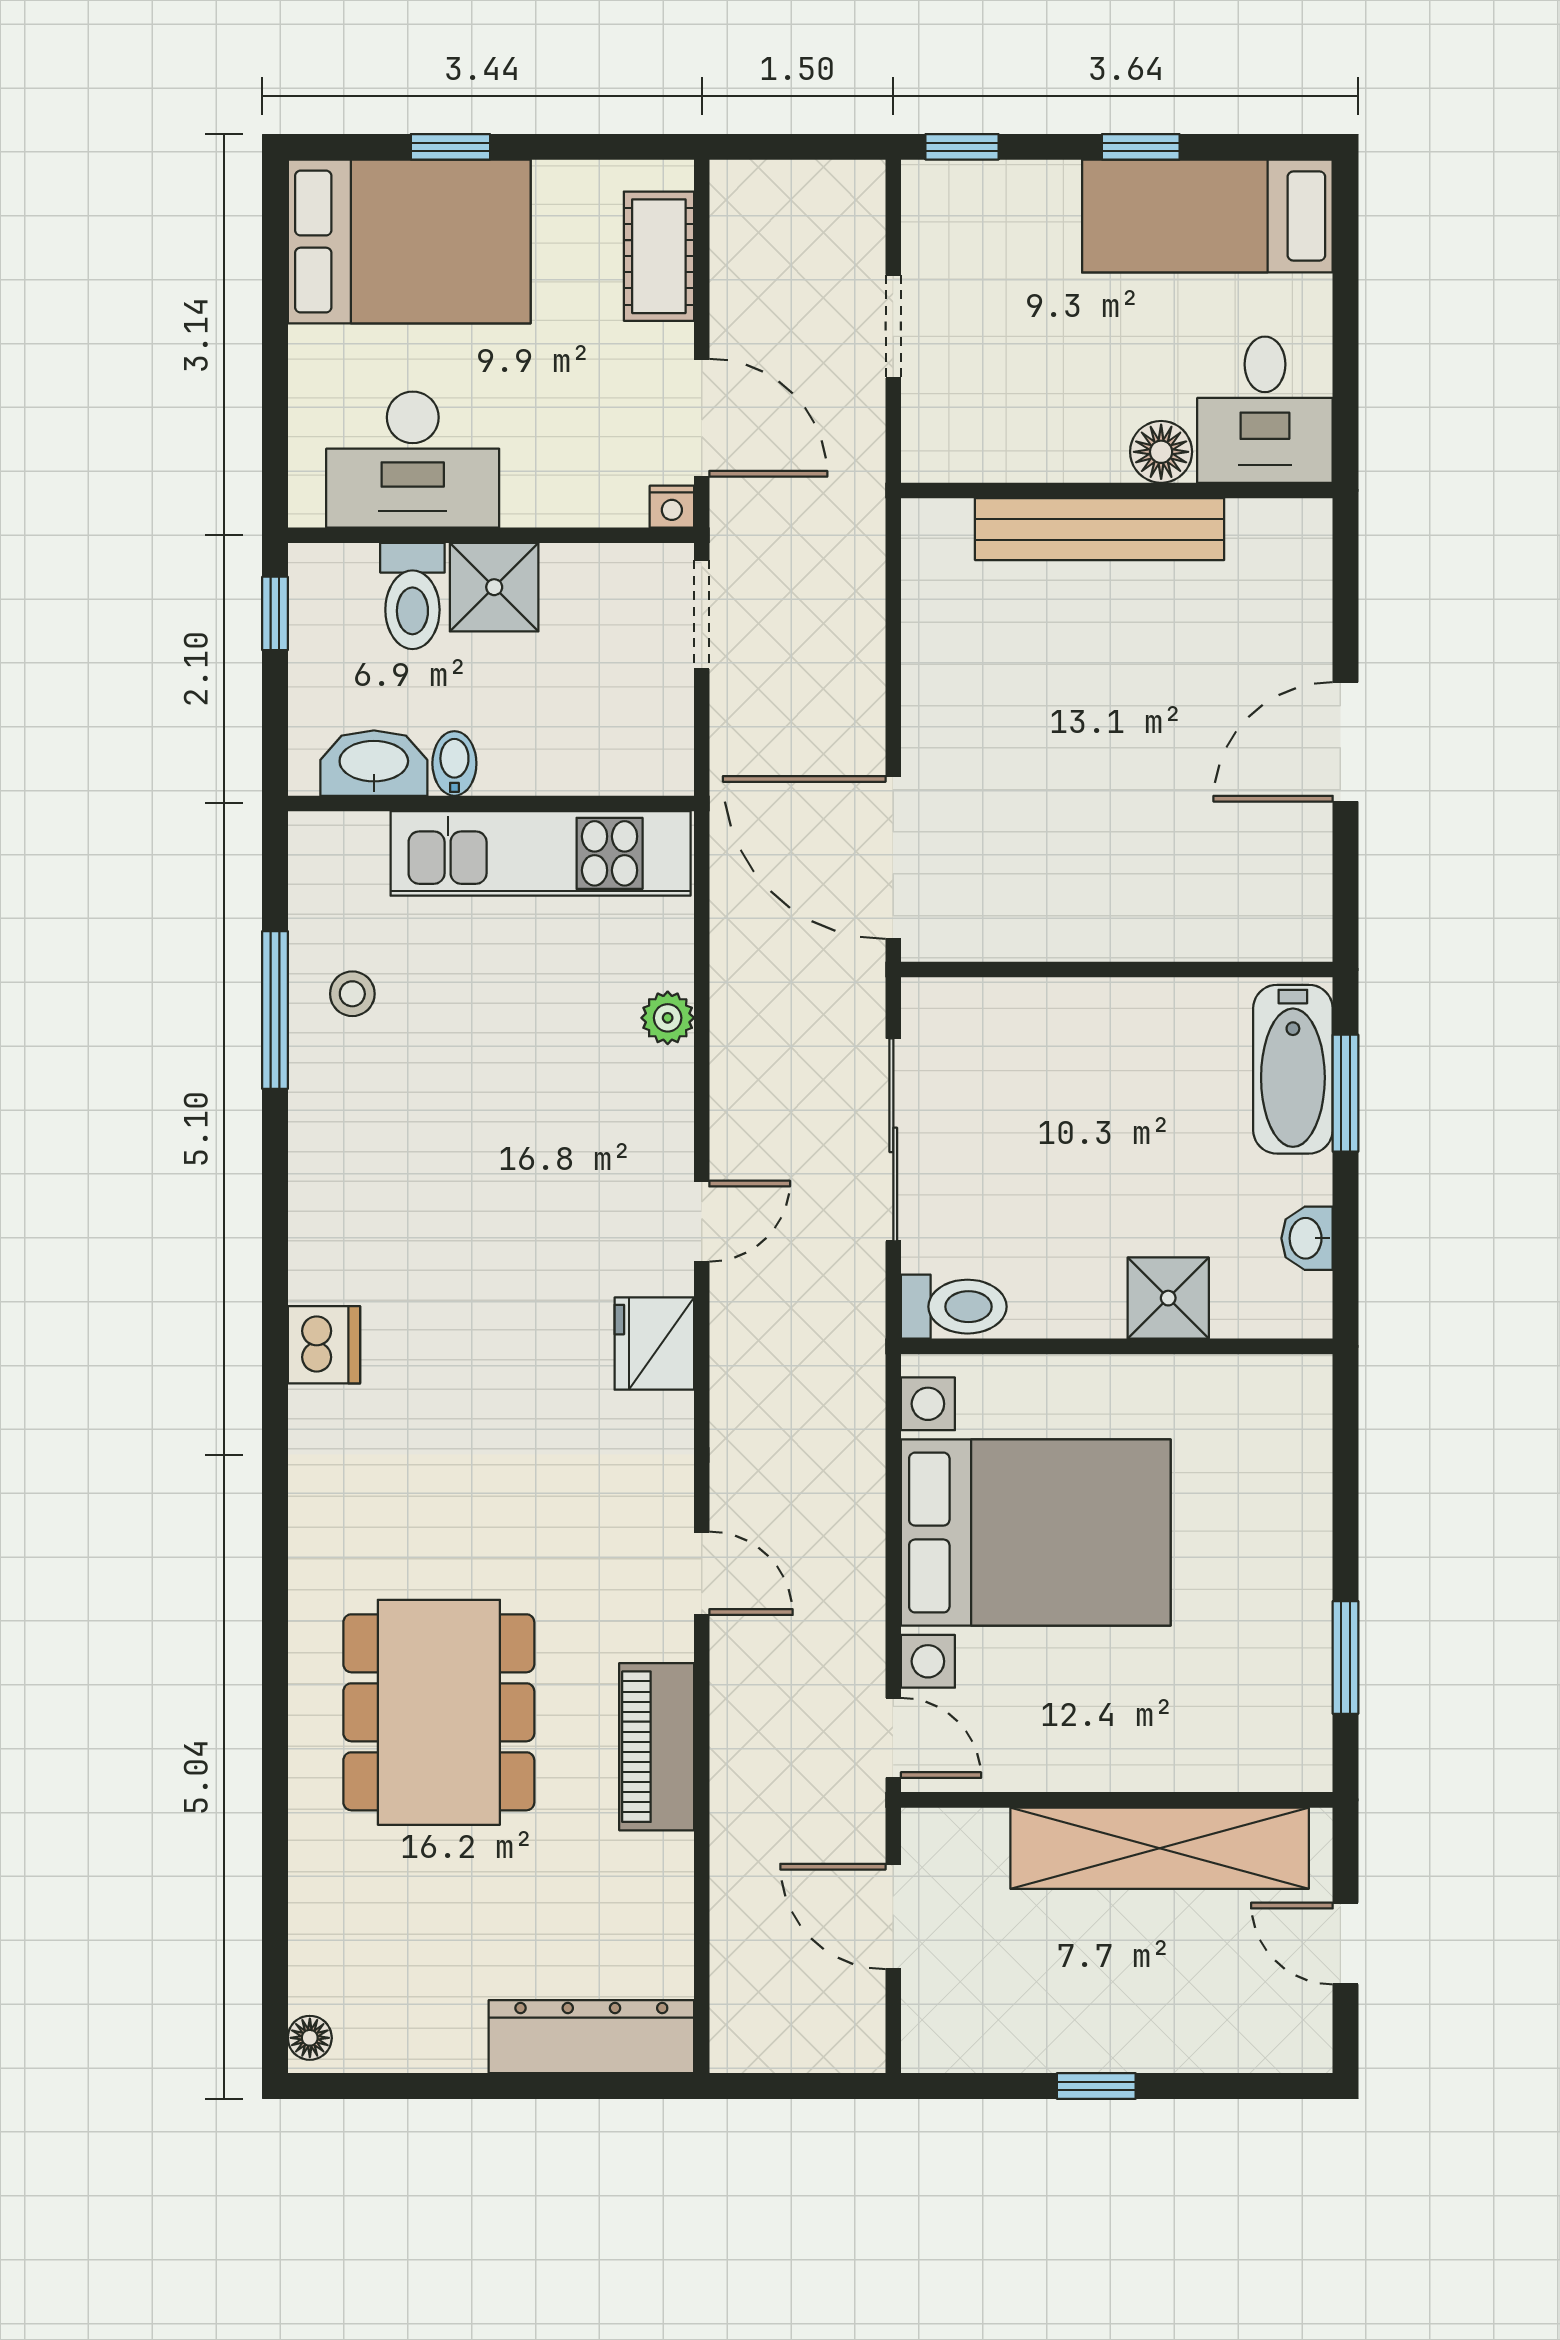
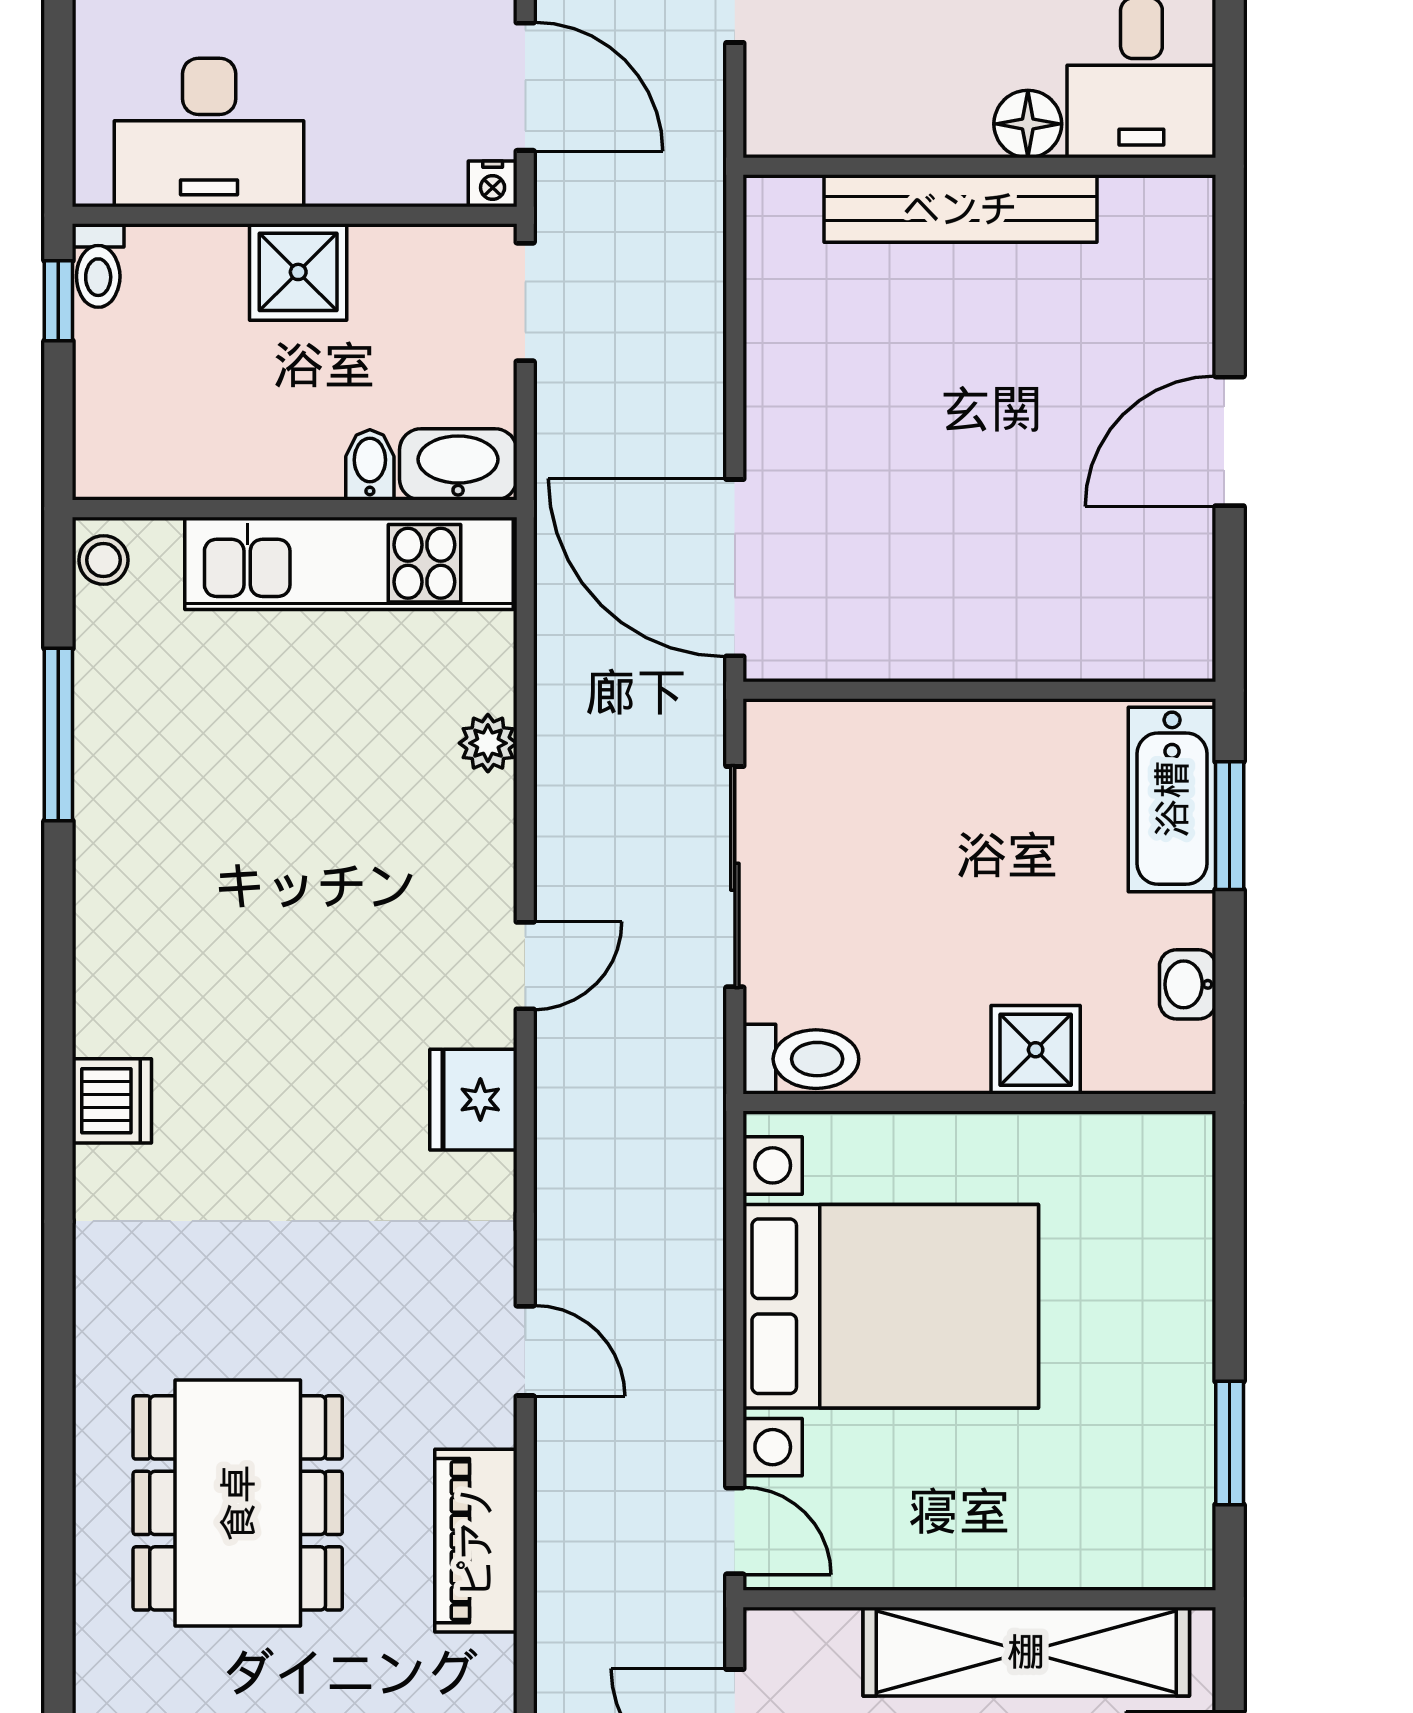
toilet: (412, 596) -> (98, 265), moved, width x0.73, depth x0.72
washbasin: (374, 763) -> (458, 464), moved
bidet: (454, 763) -> (370, 465), moved
stool: (352, 994) -> (103, 560), moved

